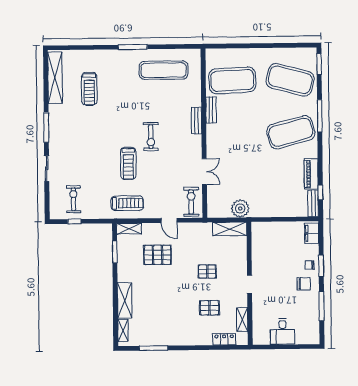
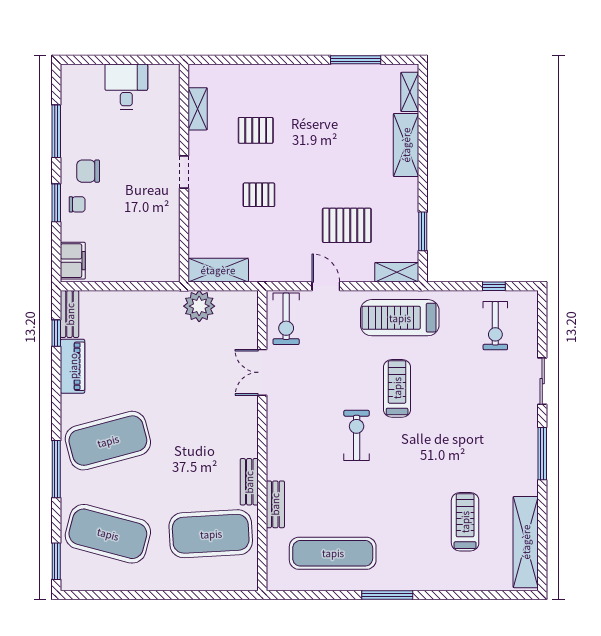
bench: (196, 121) -> (275, 504), moved
treadmill: (127, 203) -> (400, 318), width x1.37, depth x1.38
locker: (224, 339) -> (230, 74), removed

